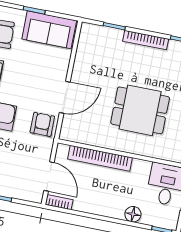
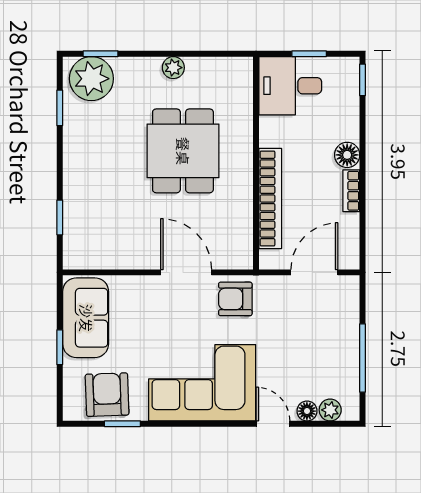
bookcase: (146, 40) -> (72, 164), removed
bookcase: (59, 202) -> (351, 191), moved
floor lamp: (133, 214) -> (347, 155), moved

